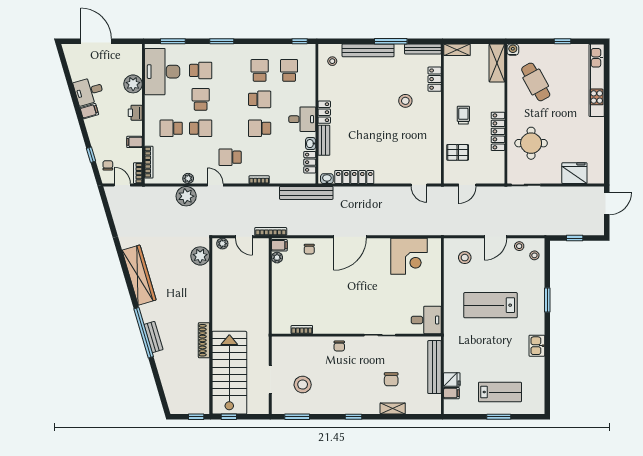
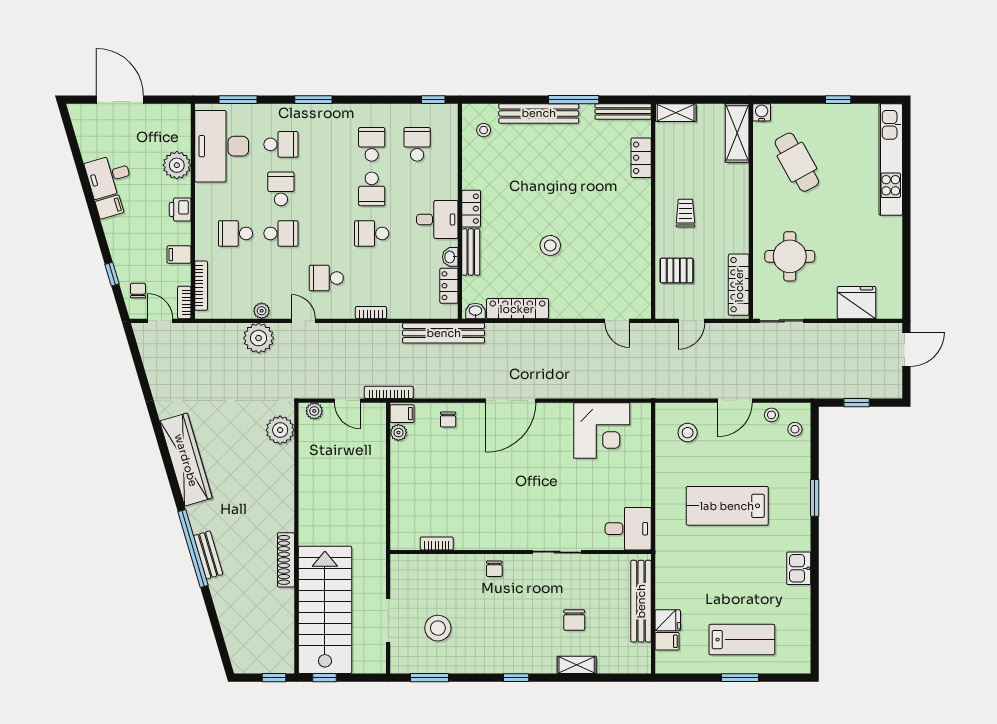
school desk: (260, 99) -> (372, 189), turned 90
stool: (405, 101) -> (550, 245), moved
locker: (498, 131) -> (739, 285), moved

